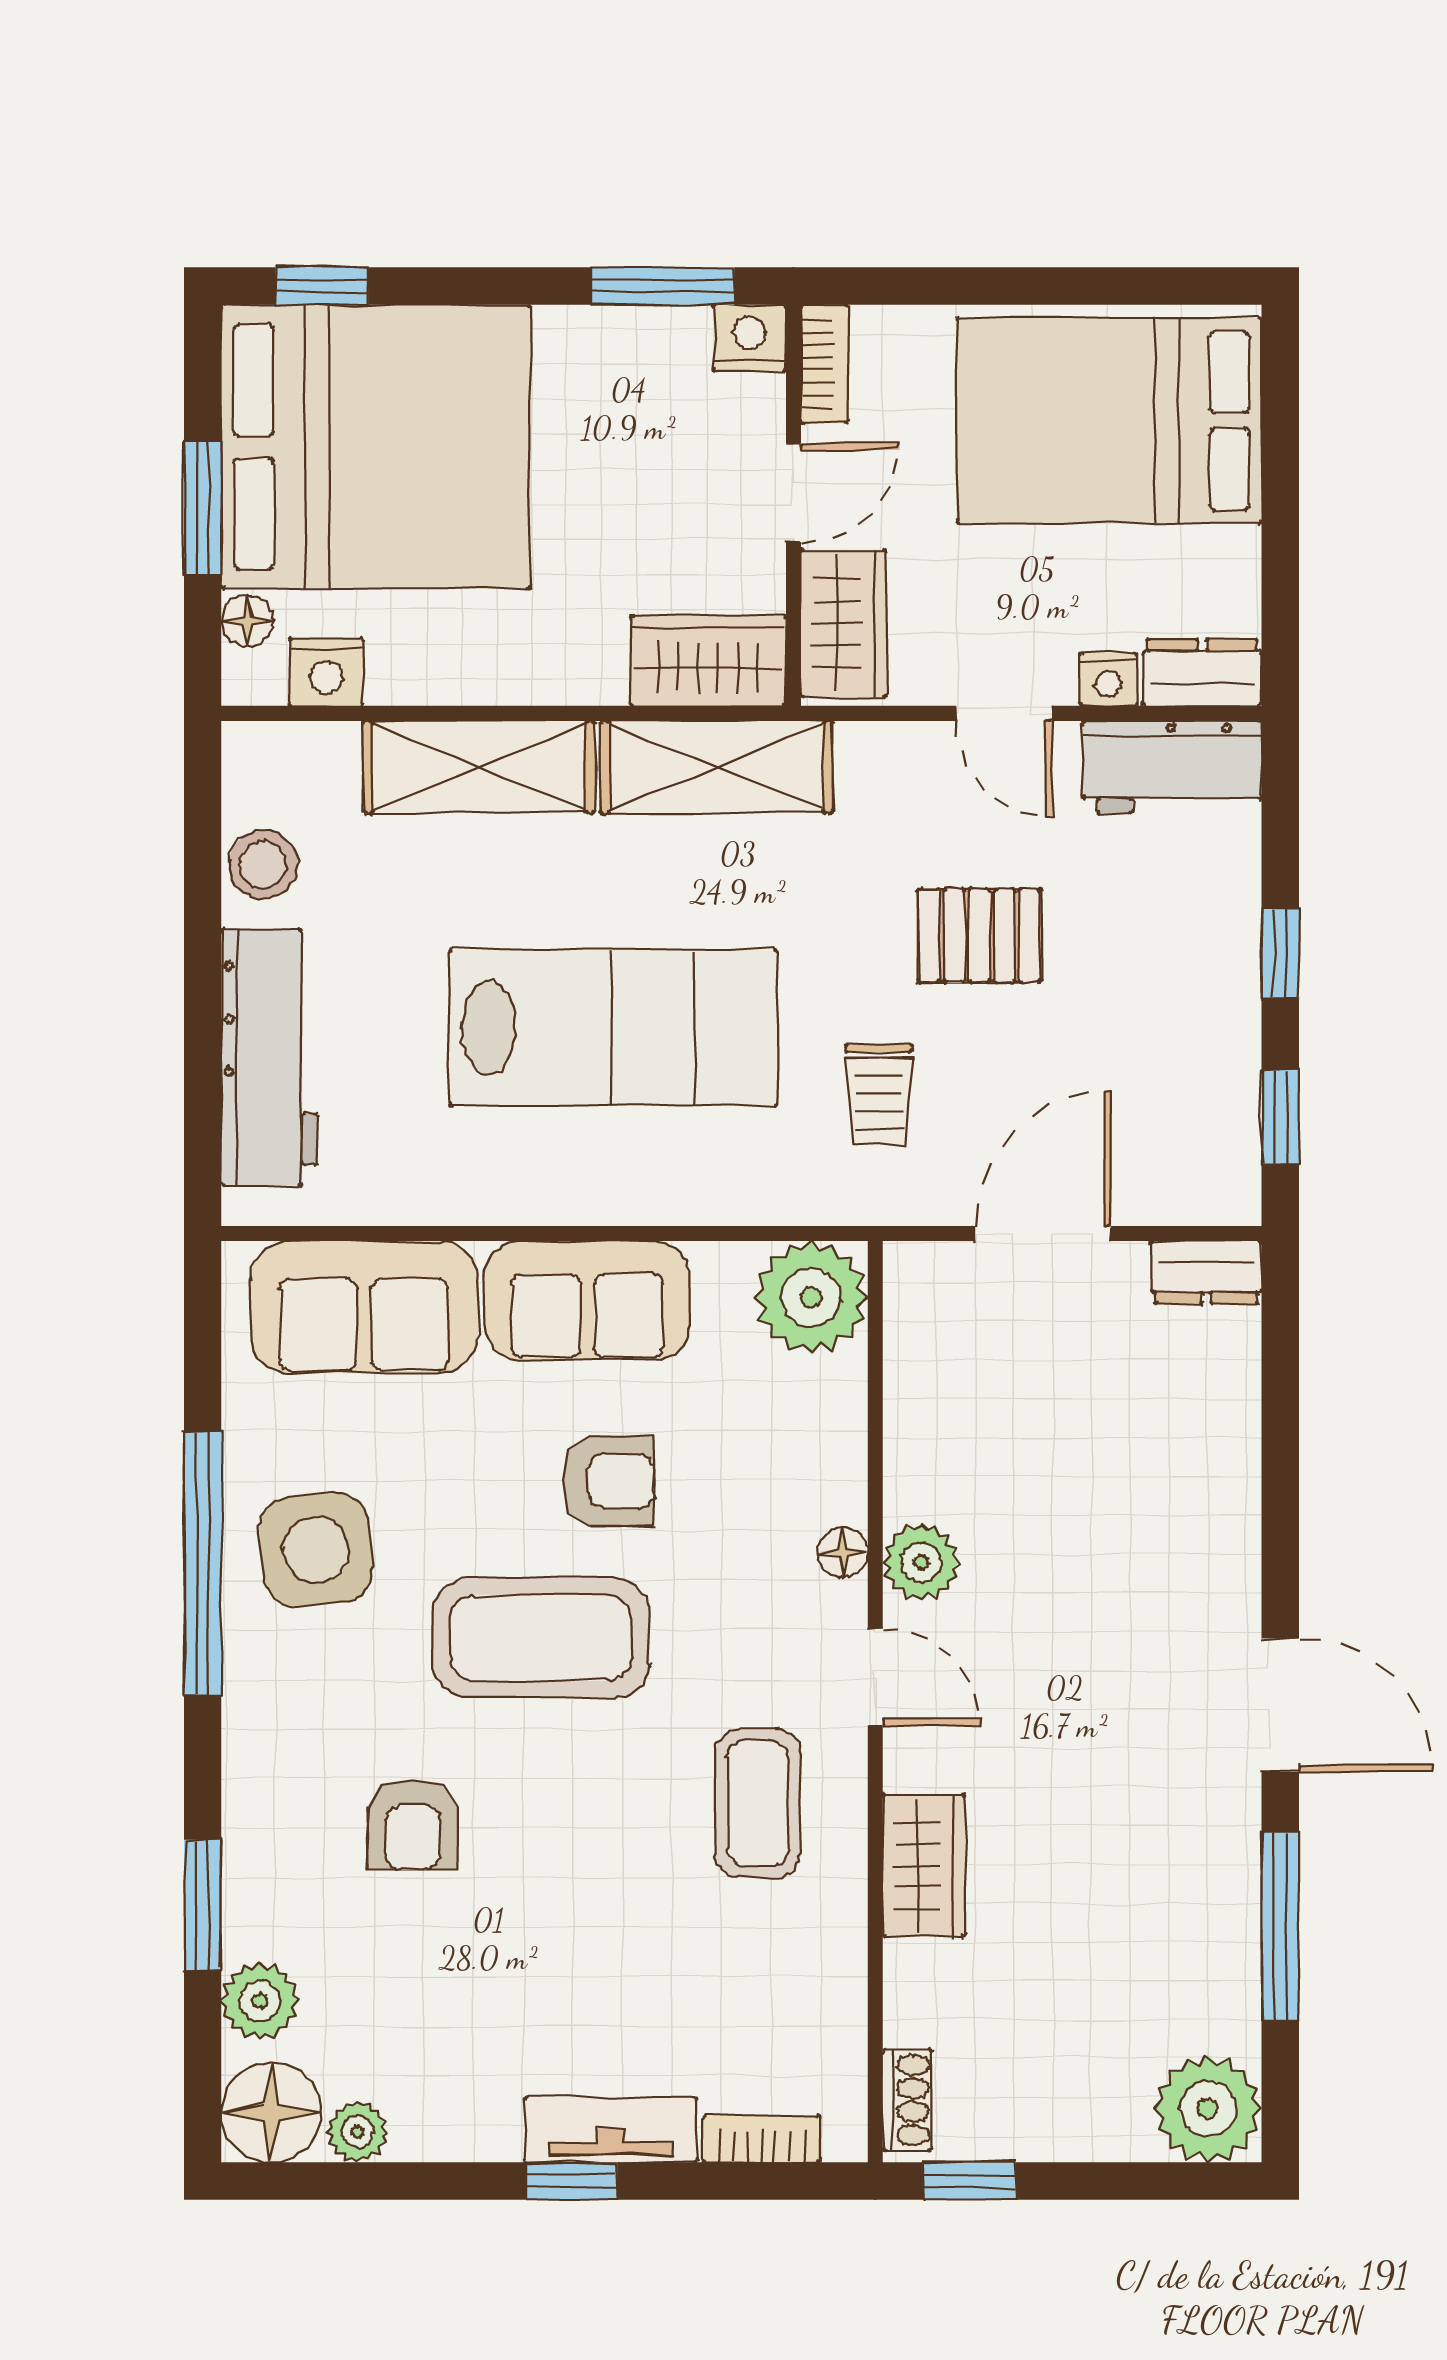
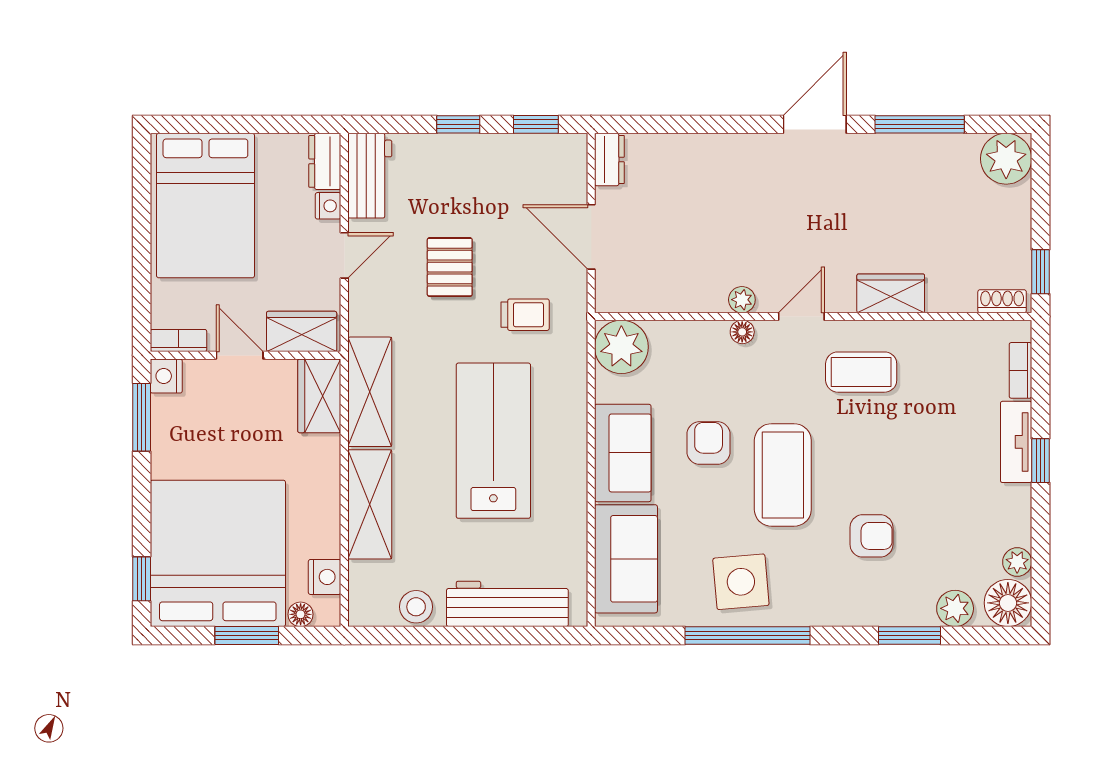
plant: (921, 1562) -> (742, 300), width x0.73, depth x0.73

